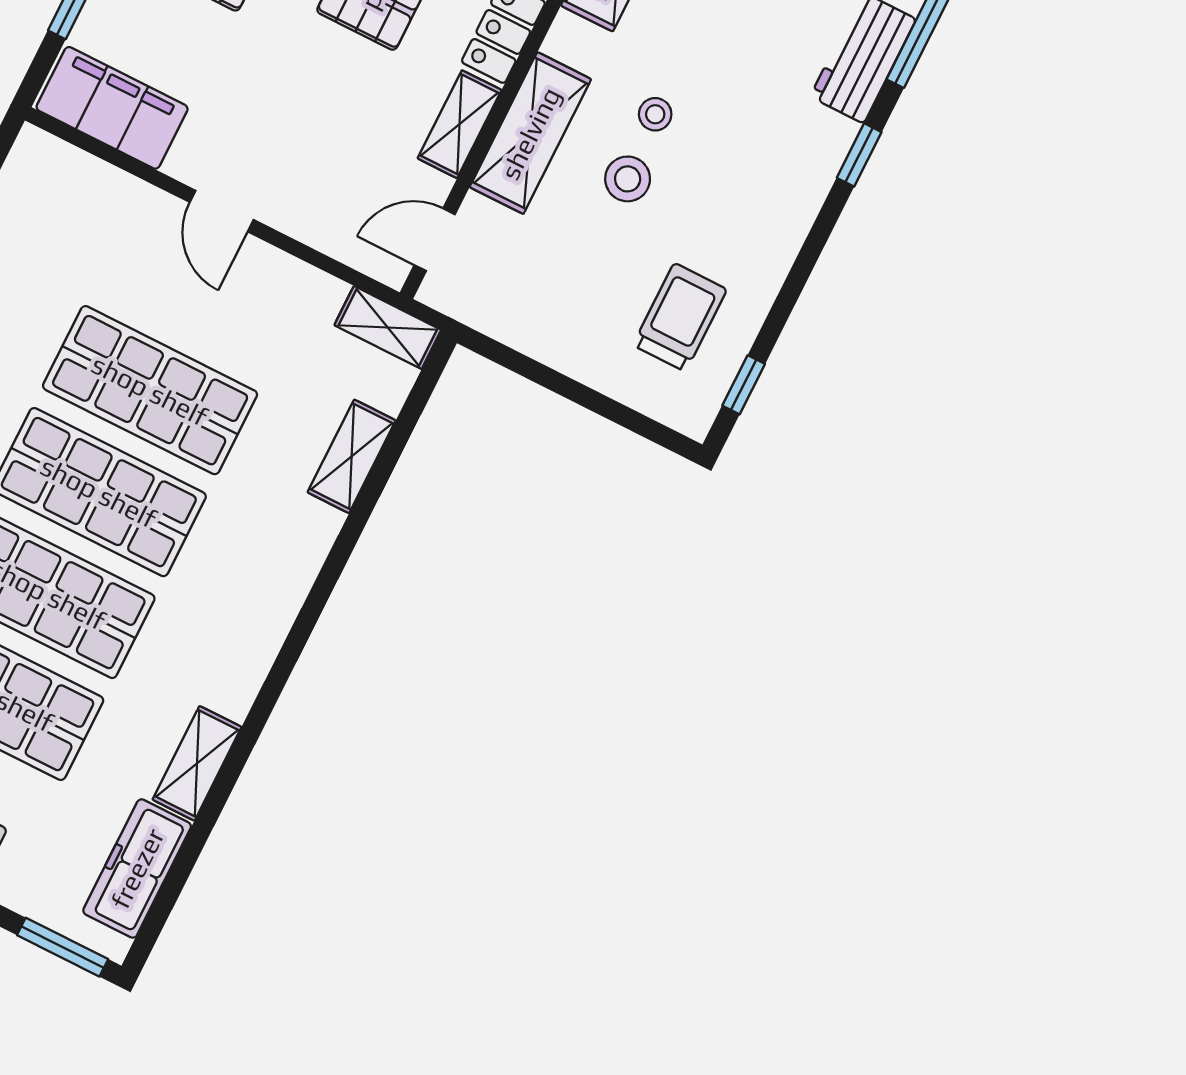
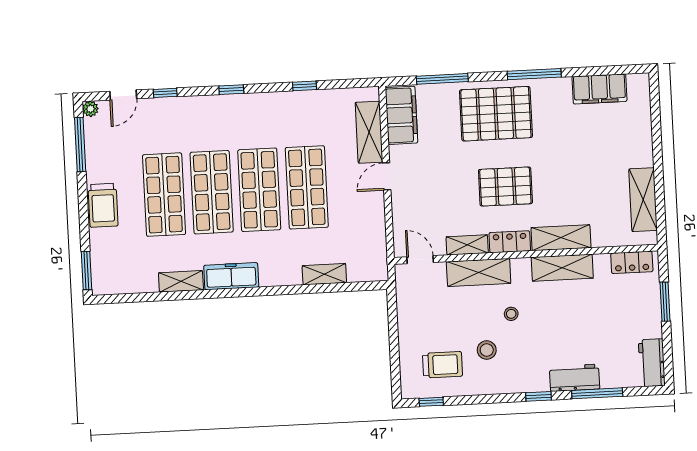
stool: (628, 179) -> (487, 350), moved
shelving: (388, 328) -> (369, 132), moved, width x1.50, depth x1.33
freezer: (137, 868) -> (231, 276), moved

